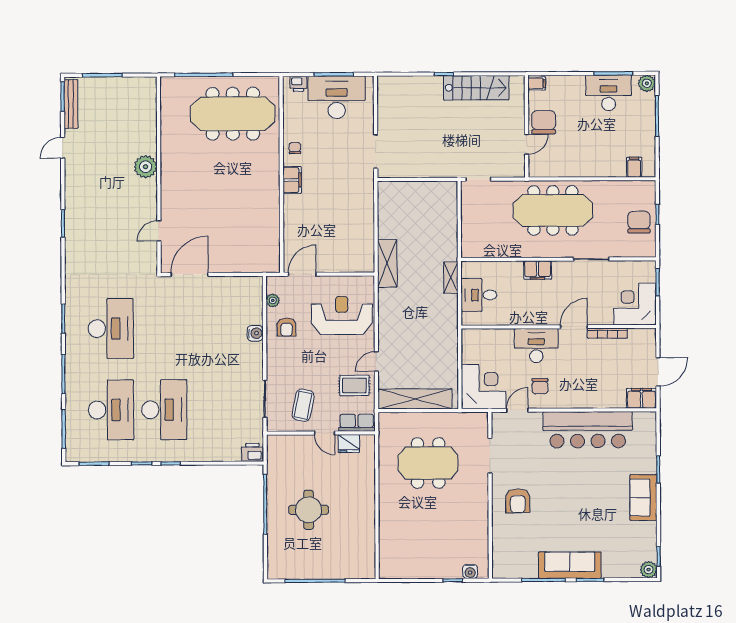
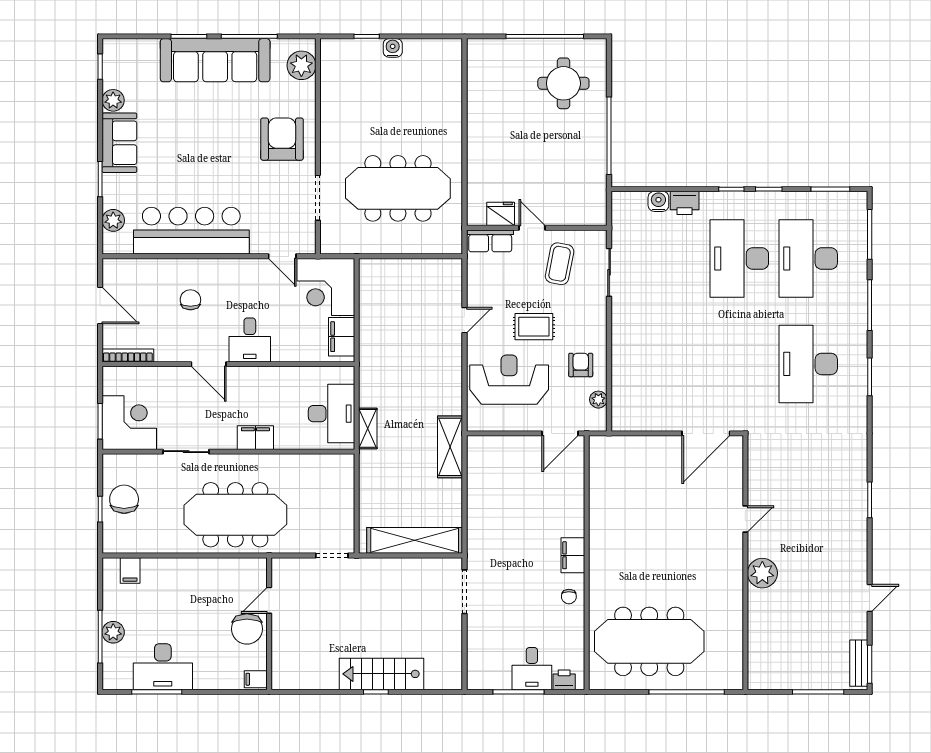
plant: (647, 83) -> (113, 632), moved
stairs: (476, 88) -> (381, 674), moved
desk: (337, 97) -> (532, 669), width x0.53, depth x0.77
bench: (71, 104) -> (859, 663), width x0.73
chair: (639, 222) -> (124, 499), turned 180
door: (159, 231) -> (745, 519), moved
desk: (479, 295) -> (332, 414), width x1.37
corner desk: (635, 304) -> (129, 423), moved, turned -90
reception desk: (342, 315) -> (509, 380), turned 180
door: (574, 327) -> (209, 364), hinge flipped
water cooler: (255, 333) -> (658, 201), moved, turned 90
bookcase: (607, 333) -> (128, 356), moved
desk: (536, 346) -> (250, 340), width x0.73
door: (658, 372) -> (100, 305), swing flipped
rug: (354, 385) -> (534, 327), moved
chair: (540, 386) -> (190, 300), moved
filing cabinet: (641, 398) -> (342, 337), moved, turned 90
shelving: (415, 399) -> (415, 540), moved
door: (517, 410) -> (282, 256), hinge flipped
plant: (648, 438) -> (113, 220), added
printer: (252, 452) -> (685, 203), moved
meeting table: (428, 463) -> (398, 188), width x1.36
armchair: (518, 501) -> (282, 139), width x1.36, depth x1.36
round table: (309, 510) -> (563, 83), moved
plant: (503, 558) -> (301, 65), added
sofa: (570, 565) -> (215, 60), width x1.36, depth x1.27
plant: (649, 570) -> (113, 100), moved
water cooler: (470, 571) -> (393, 48), moved

